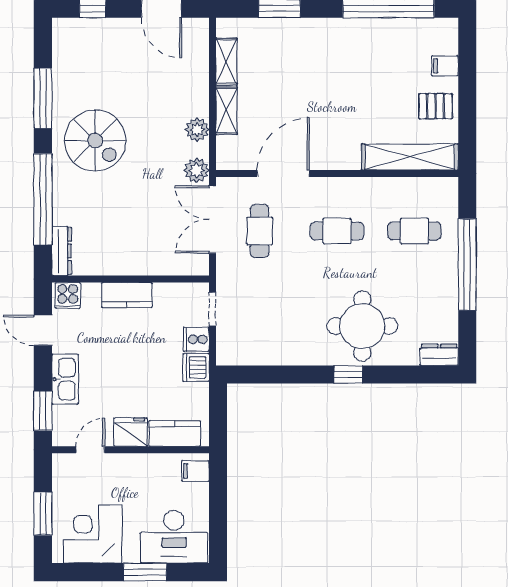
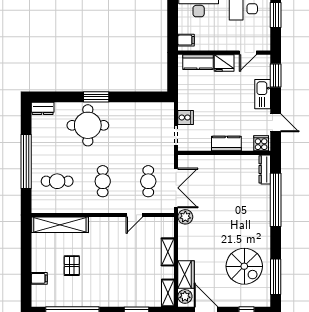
shelving: (226, 61) -> (168, 293), moved
wardrobe: (195, 72) -> (186, 275), added
window: (43, 98) -> (276, 277), moved
pallet: (436, 106) -> (72, 266), moved, turned 90
plant: (197, 130) -> (185, 296), moved
spiral stairs: (95, 141) -> (244, 266), moved, turned 180
door: (283, 174) -> (134, 215), width x0.53
cafe table: (337, 231) -> (103, 181), turned 90
dishwasher: (196, 367) -> (186, 101), removed
window: (348, 374) -> (96, 97), width x1.50

